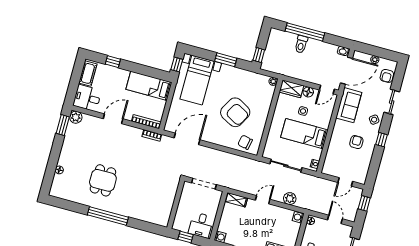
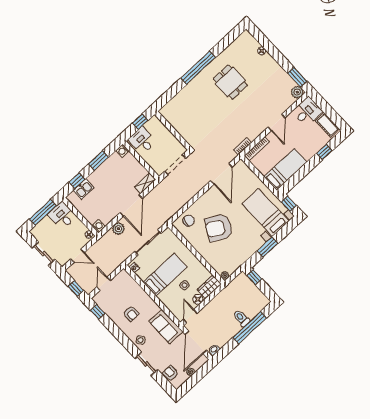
window: (381, 140) -> (98, 312), moved
door: (263, 200) -> (131, 206), width x1.88

